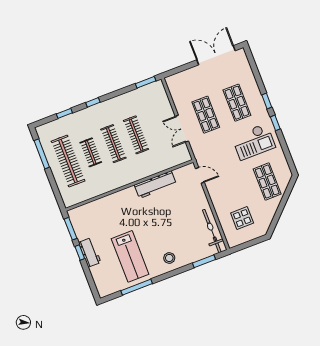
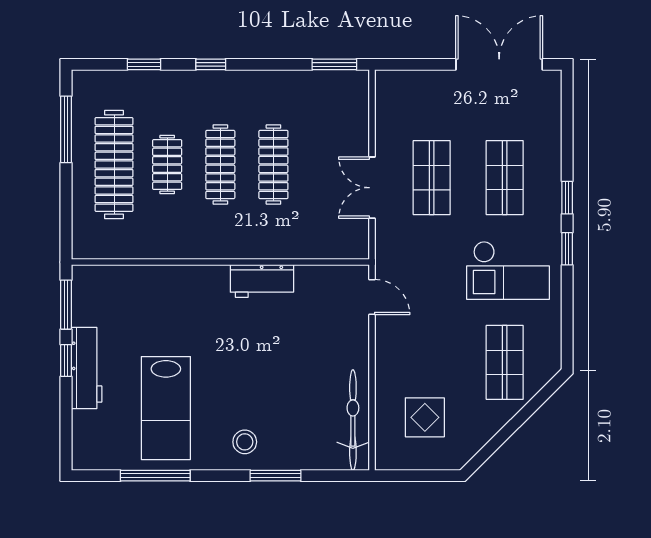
workbench: (155, 185) -> (262, 281), width x0.73
workbench: (90, 252) -> (87, 368), width x1.38
window: (204, 261) -> (276, 476), moved

